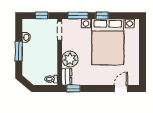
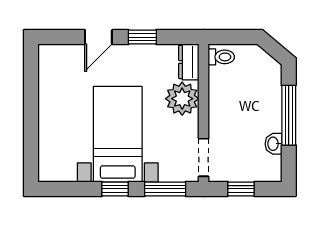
bed with nightstands: (108, 42) -> (118, 134), width x0.73
window: (19, 51) -> (289, 115), width x1.44
window: (73, 89) -> (142, 37), moved
door: (121, 89) -> (98, 37), moved

